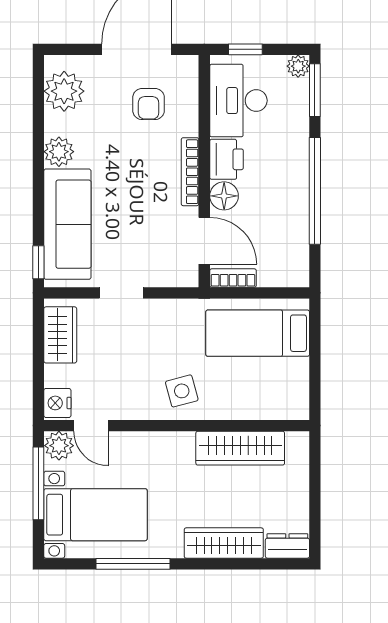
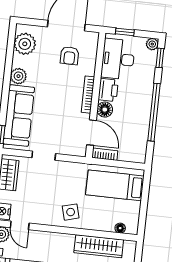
window: (315, 90) -> (160, 58), width x0.67
floor lamp: (276, 411) -> (120, 228), added

